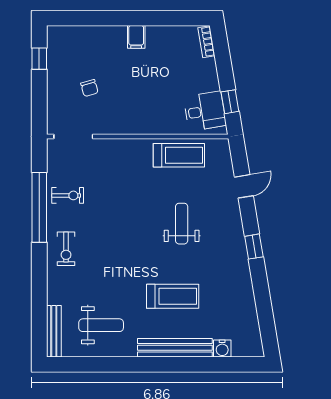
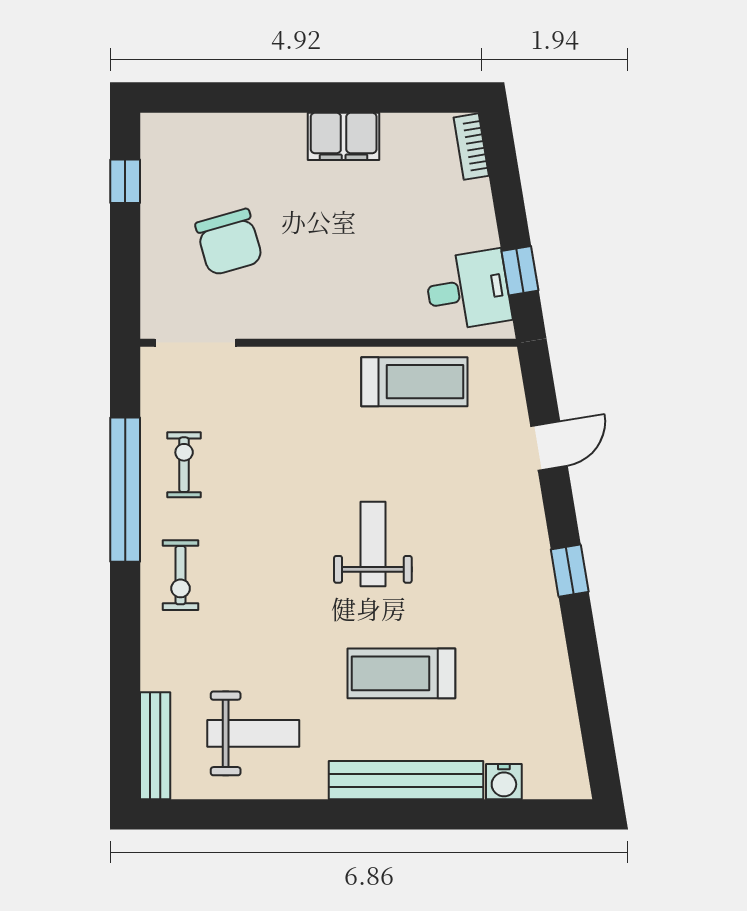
filing cabinet: (136, 37) -> (344, 136), width x2.00
chair: (89, 88) -> (229, 242), width x1.87, depth x1.87
exercise bike: (68, 195) -> (184, 465), turned -90
weight bench: (182, 224) -> (373, 544), moved
treadmill: (173, 296) -> (401, 673), turned 180

